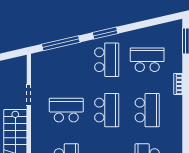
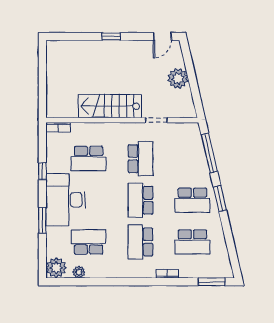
school desk: (147, 60) -> (192, 242), turned 90
school desk: (107, 110) -> (141, 200), turned 90
school desk: (147, 110) -> (141, 242), turned 90

